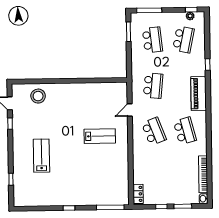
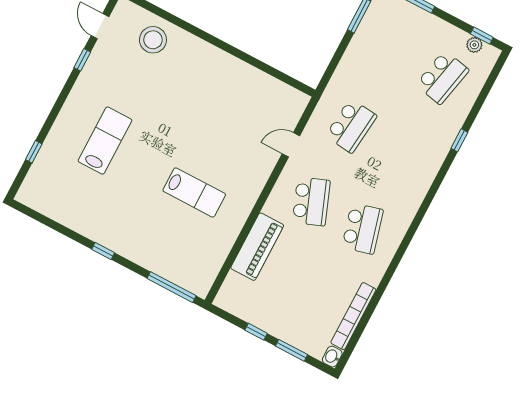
school desk: (152, 40) -> (391, 50), removed
piano: (199, 94) -> (257, 247), moved, turned 180
lab bench: (100, 136) -> (194, 192), moved
locker: (138, 194) -> (229, 290), removed

